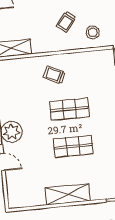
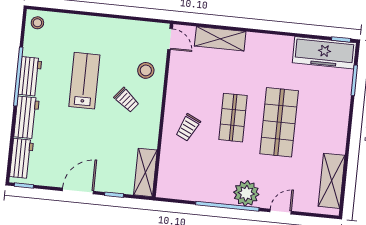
shop shelf: (73, 146) -> (279, 122), width x1.43, depth x1.36
shelving: (68, 194) -> (332, 181), moved

